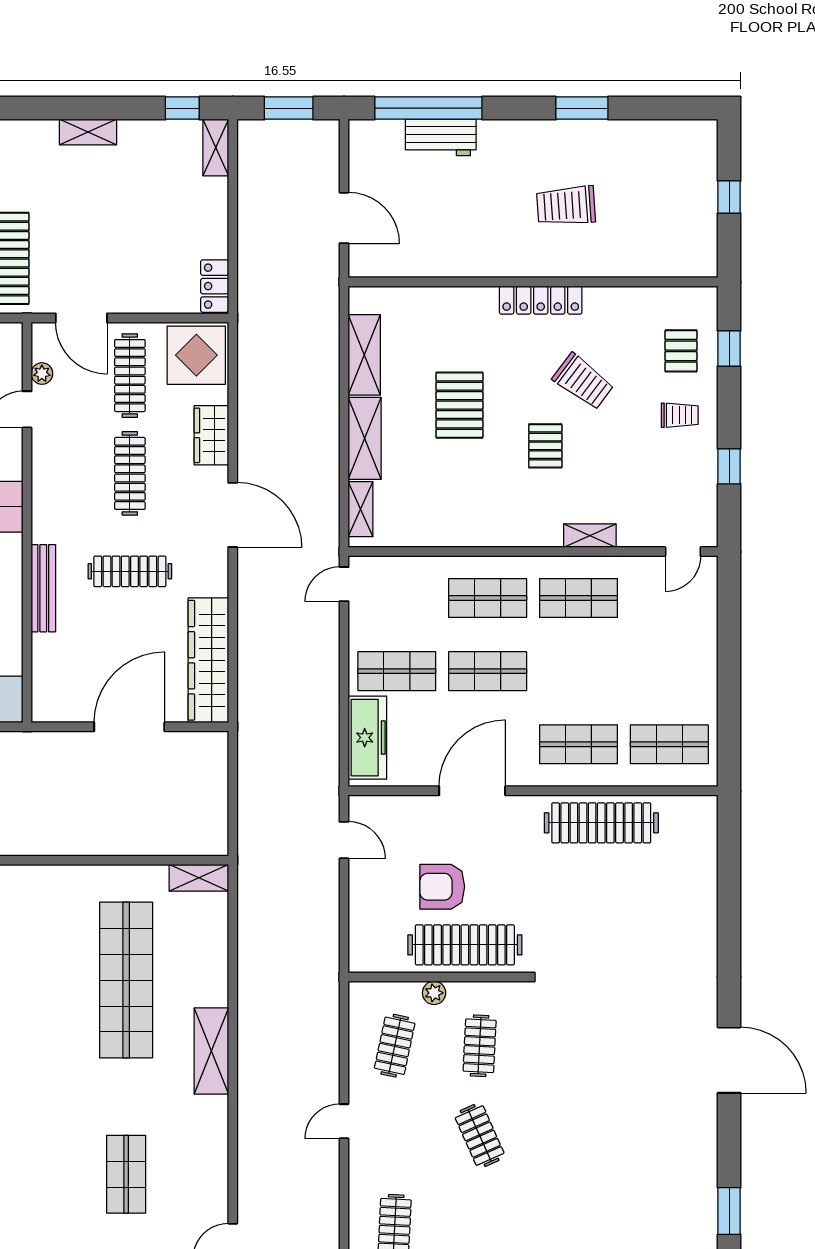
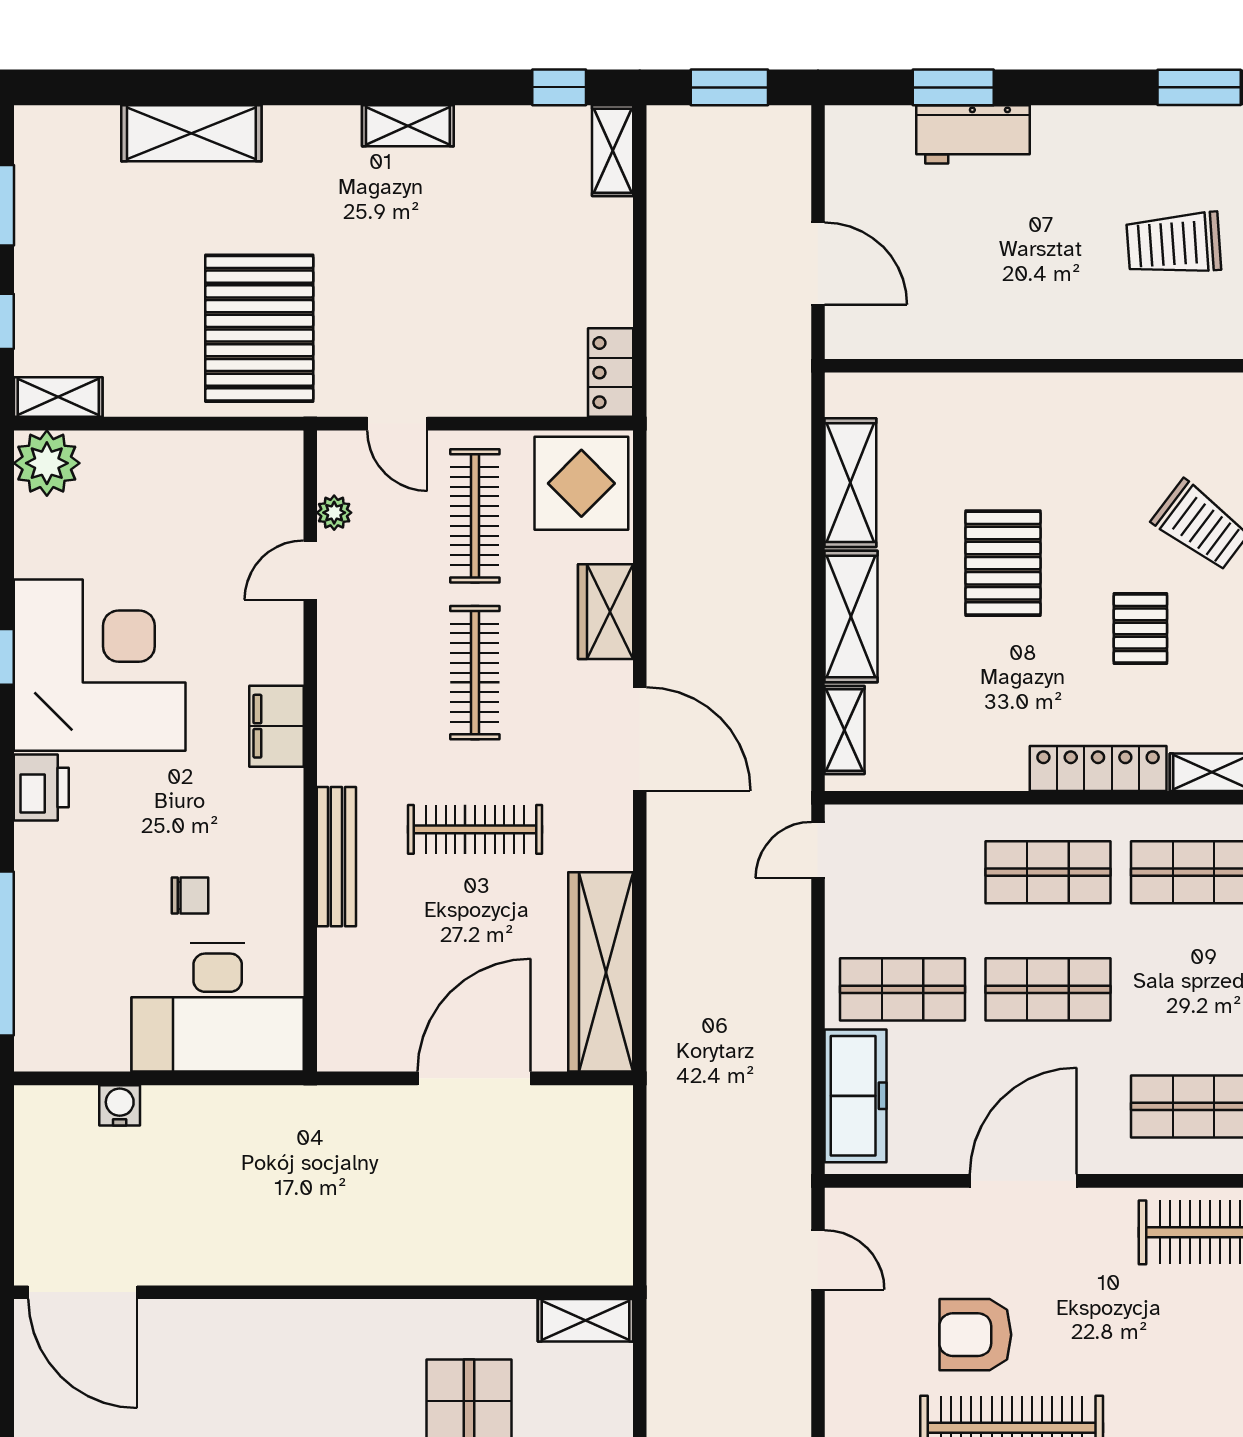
window: (428, 108) -> (953, 87), width x0.47
locker: (541, 300) -> (1098, 769), moved, turned 180
door: (81, 318) -> (397, 424), width x0.73

